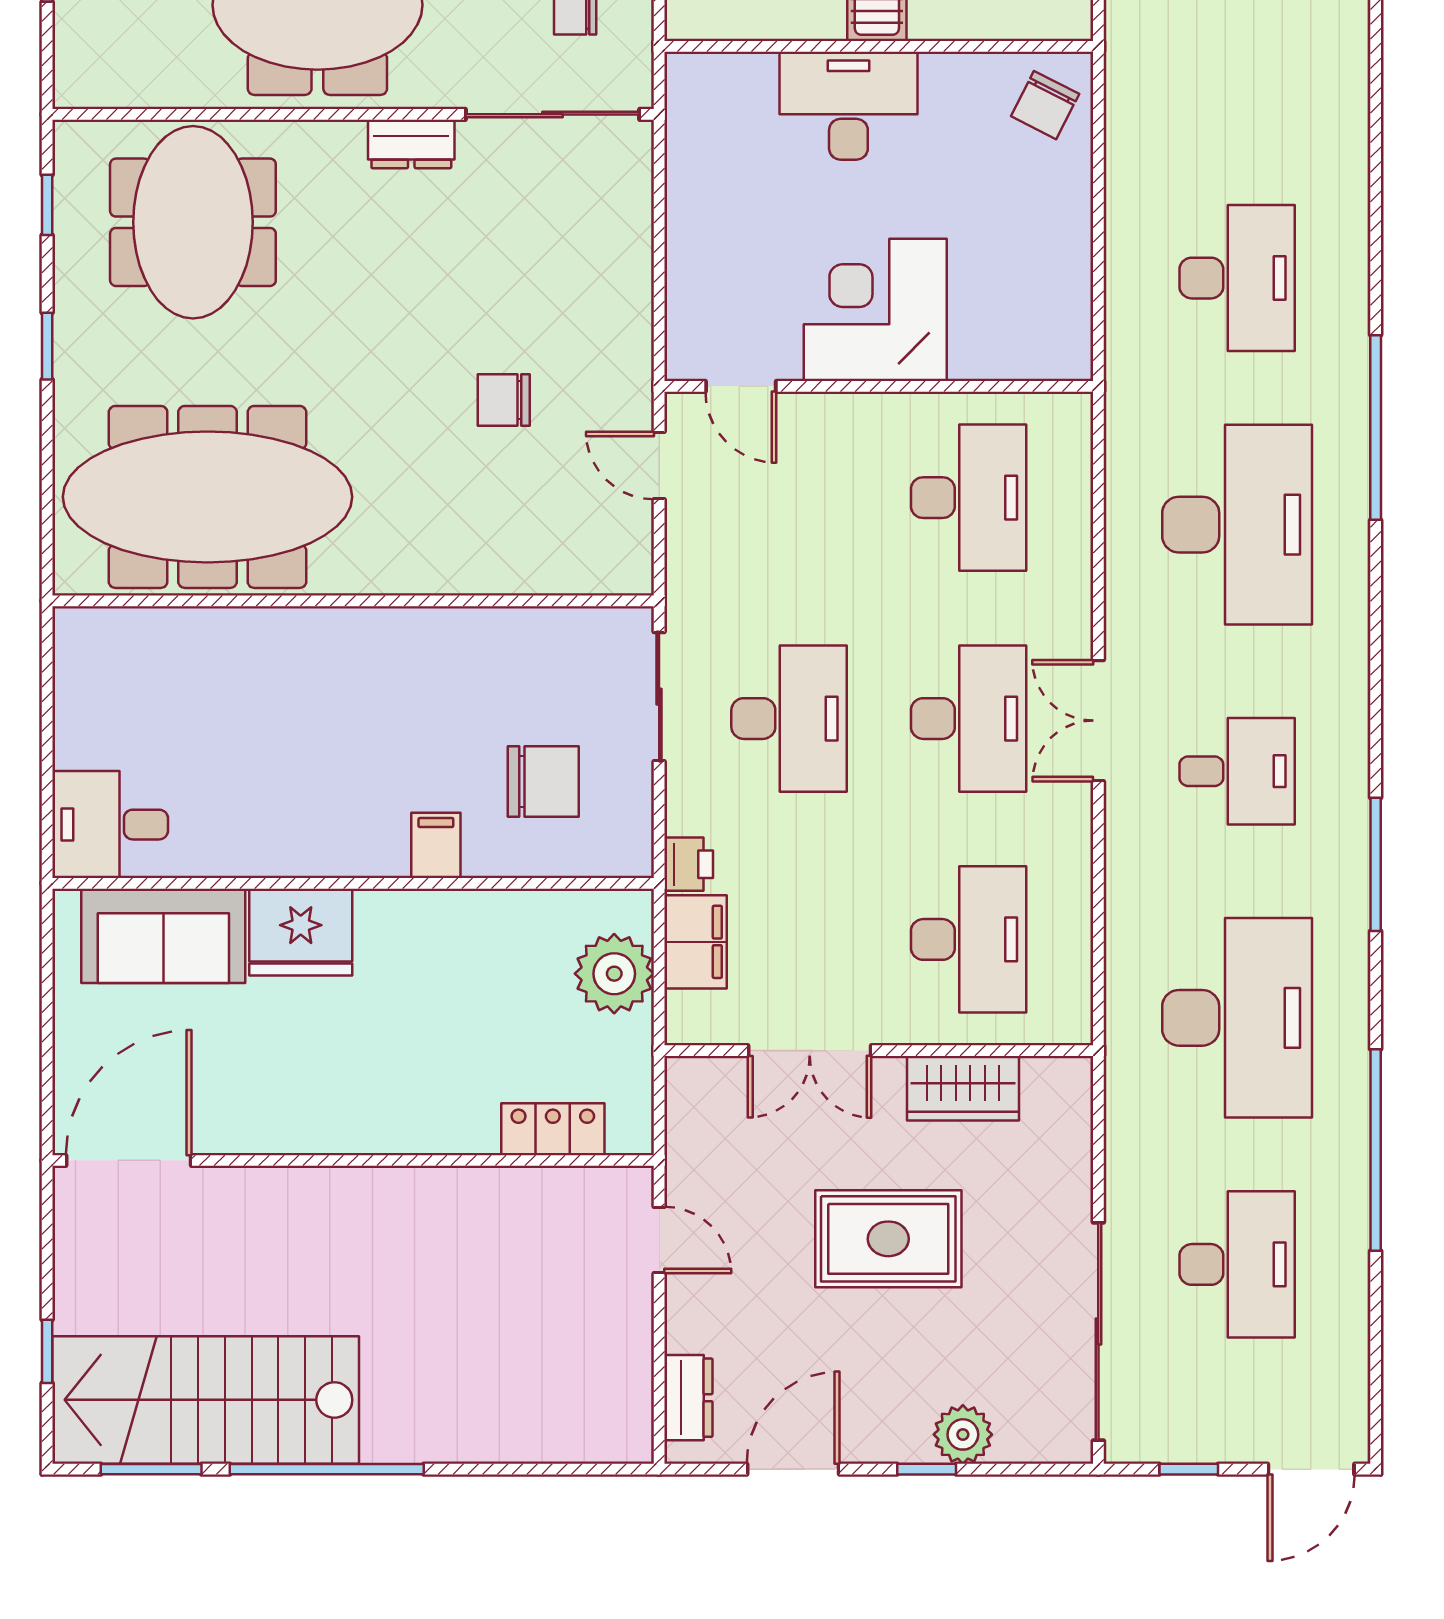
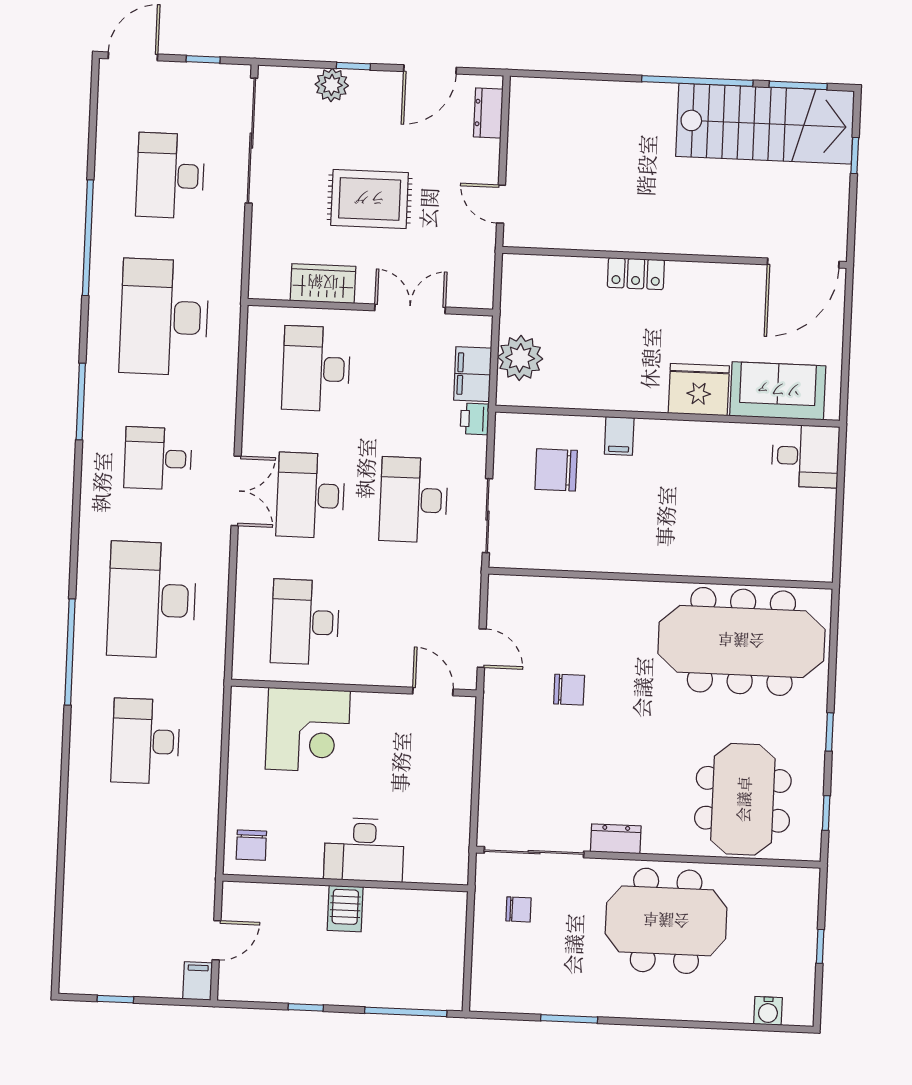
chair: (1045, 105) -> (251, 845), turned 153
corner desk: (875, 310) -> (308, 730), moved
locker: (553, 1129) -> (636, 274), moved

